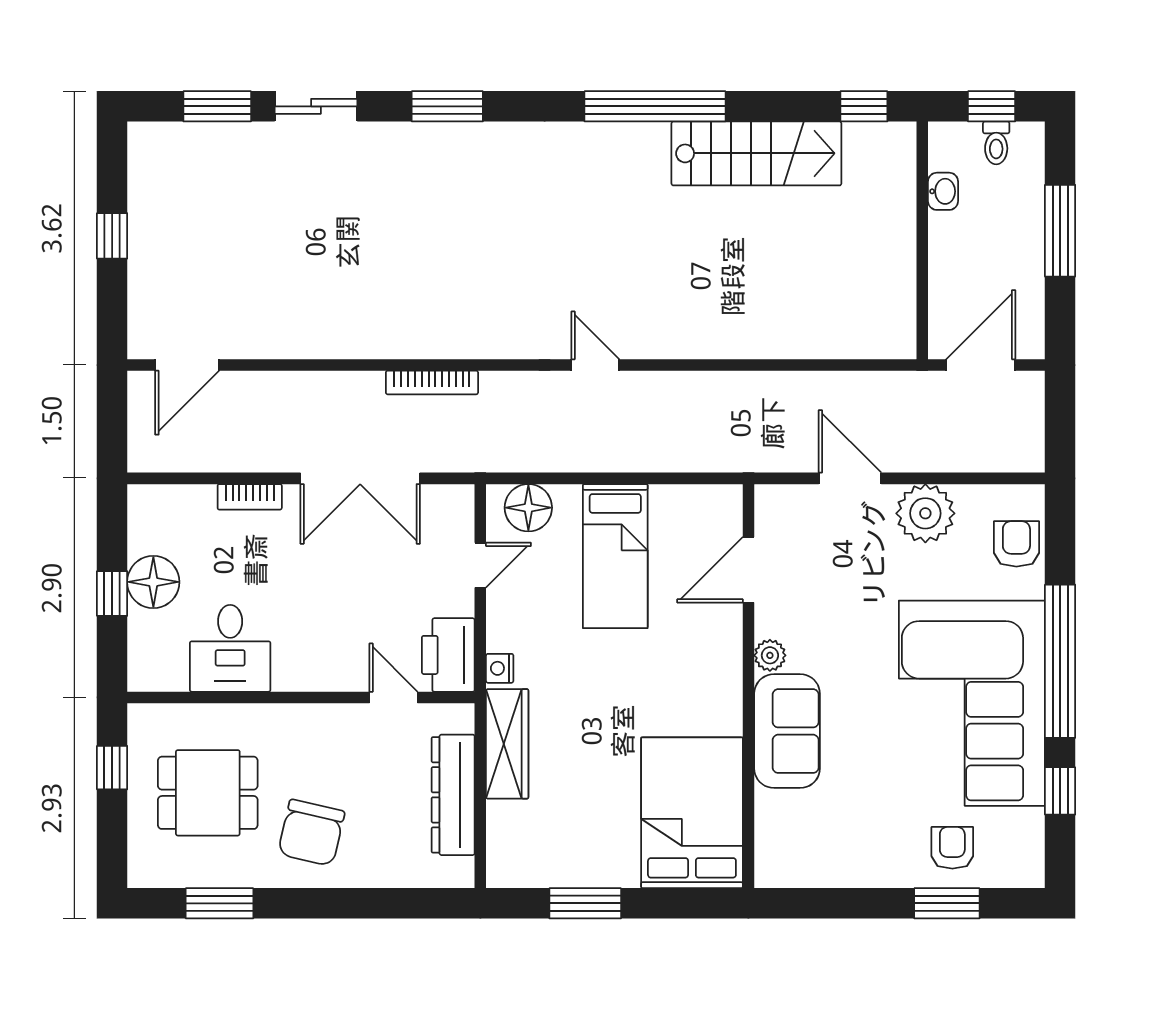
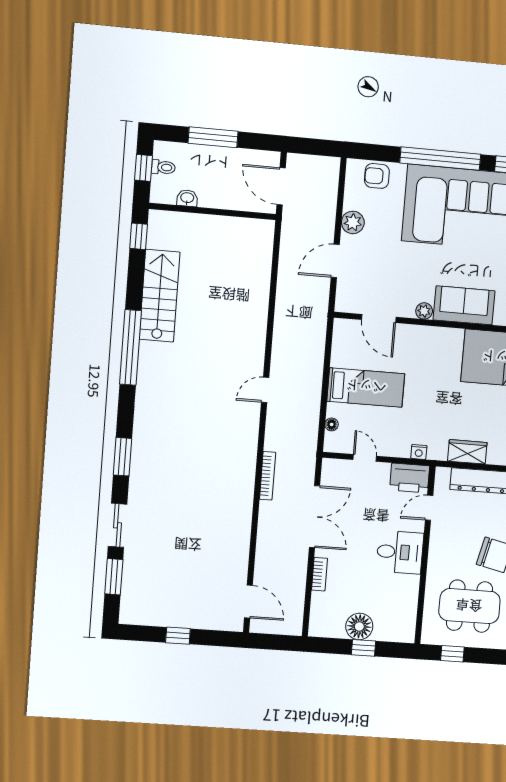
floor lamp: (528, 508) -> (332, 424), width x0.53, depth x0.53
plant: (925, 513) -> (353, 222), width x0.73, depth x0.73
desk: (230, 648) -> (400, 552), moved
wardrobe: (507, 744) -> (467, 452), width x0.67
dining table: (208, 793) -> (469, 606), width x1.38

